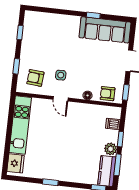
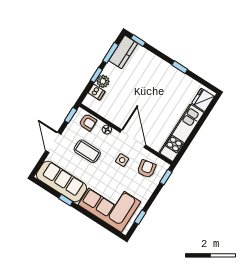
corner sofa: (53, 31) -> (109, 203), added
window: (16, 66) -> (166, 177), moved
coffee table: (95, 68) -> (87, 151), added
armchair: (35, 78) -> (147, 169), turned -106
door: (61, 99) -> (133, 139), width x1.87
plant: (111, 149) -> (103, 81), moved

